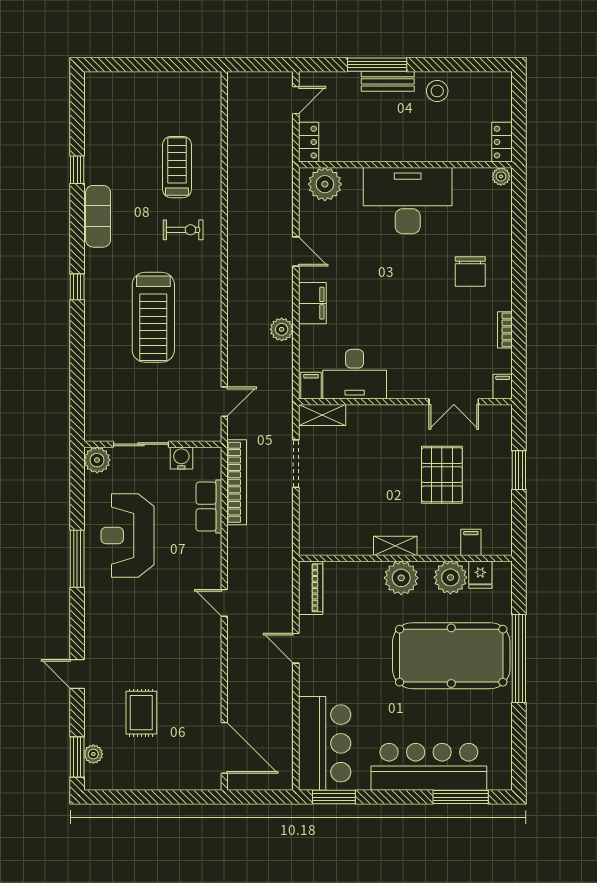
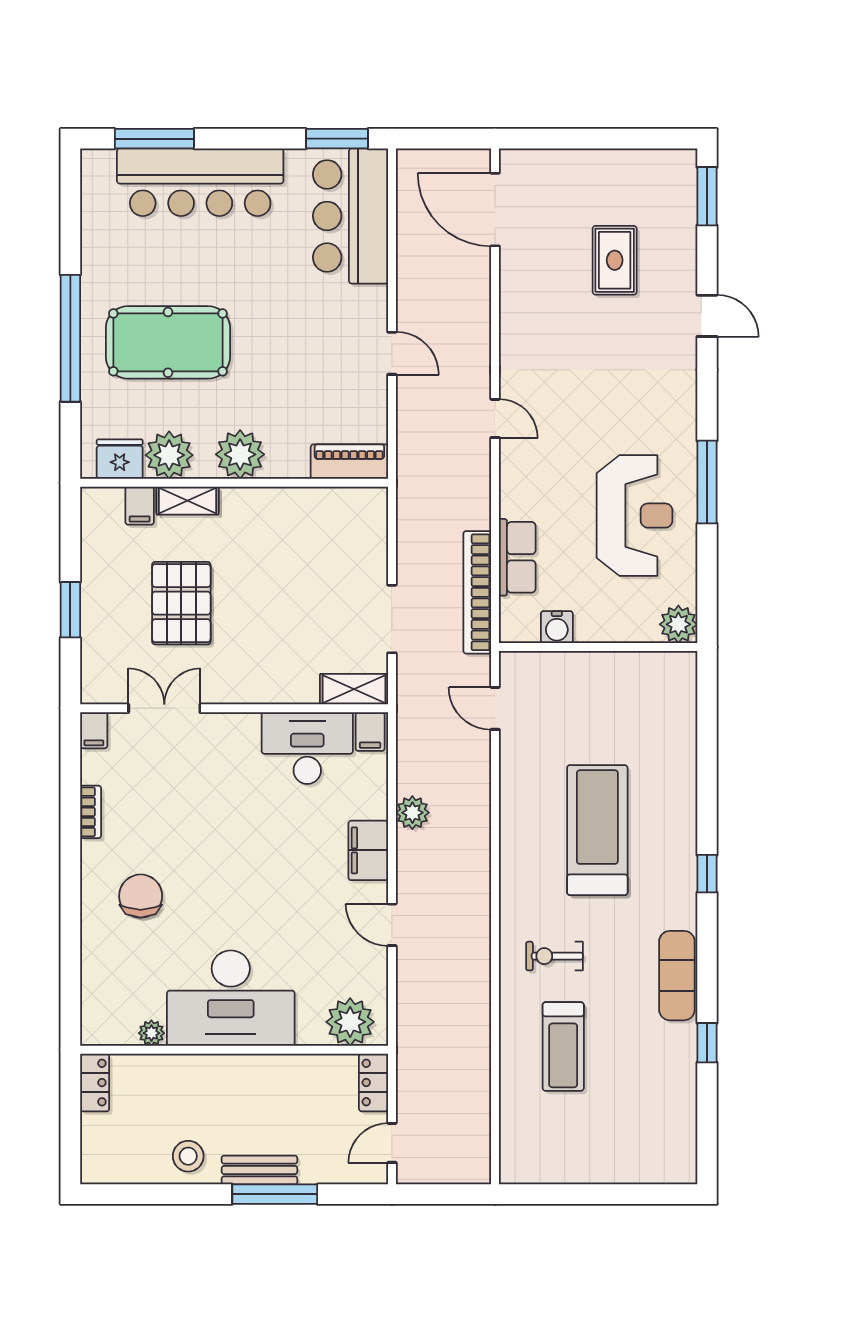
plant: (501, 176) -> (151, 1033), moved
door: (224, 402) -> (495, 708), hinge flipped
sliding door: (141, 444) -> (615, 647), removed
shelving: (395, 546) -> (188, 501), moved
fridge: (480, 575) -> (120, 459), width x1.38
piano: (311, 588) -> (349, 462), moved, turned 90
pool table: (451, 656) -> (168, 342), width x0.73, depth x0.76
plant: (93, 754) -> (684, 201), removed

